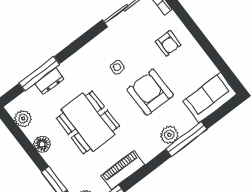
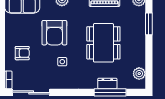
armchair: (168, 43) -> (22, 53), turned 90
floor lamp: (42, 144) -> (140, 50), removed

